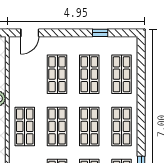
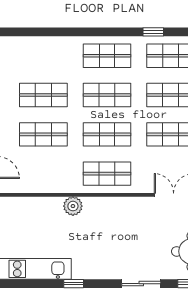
shop shelf: (122, 74) -> (43, 56), removed

